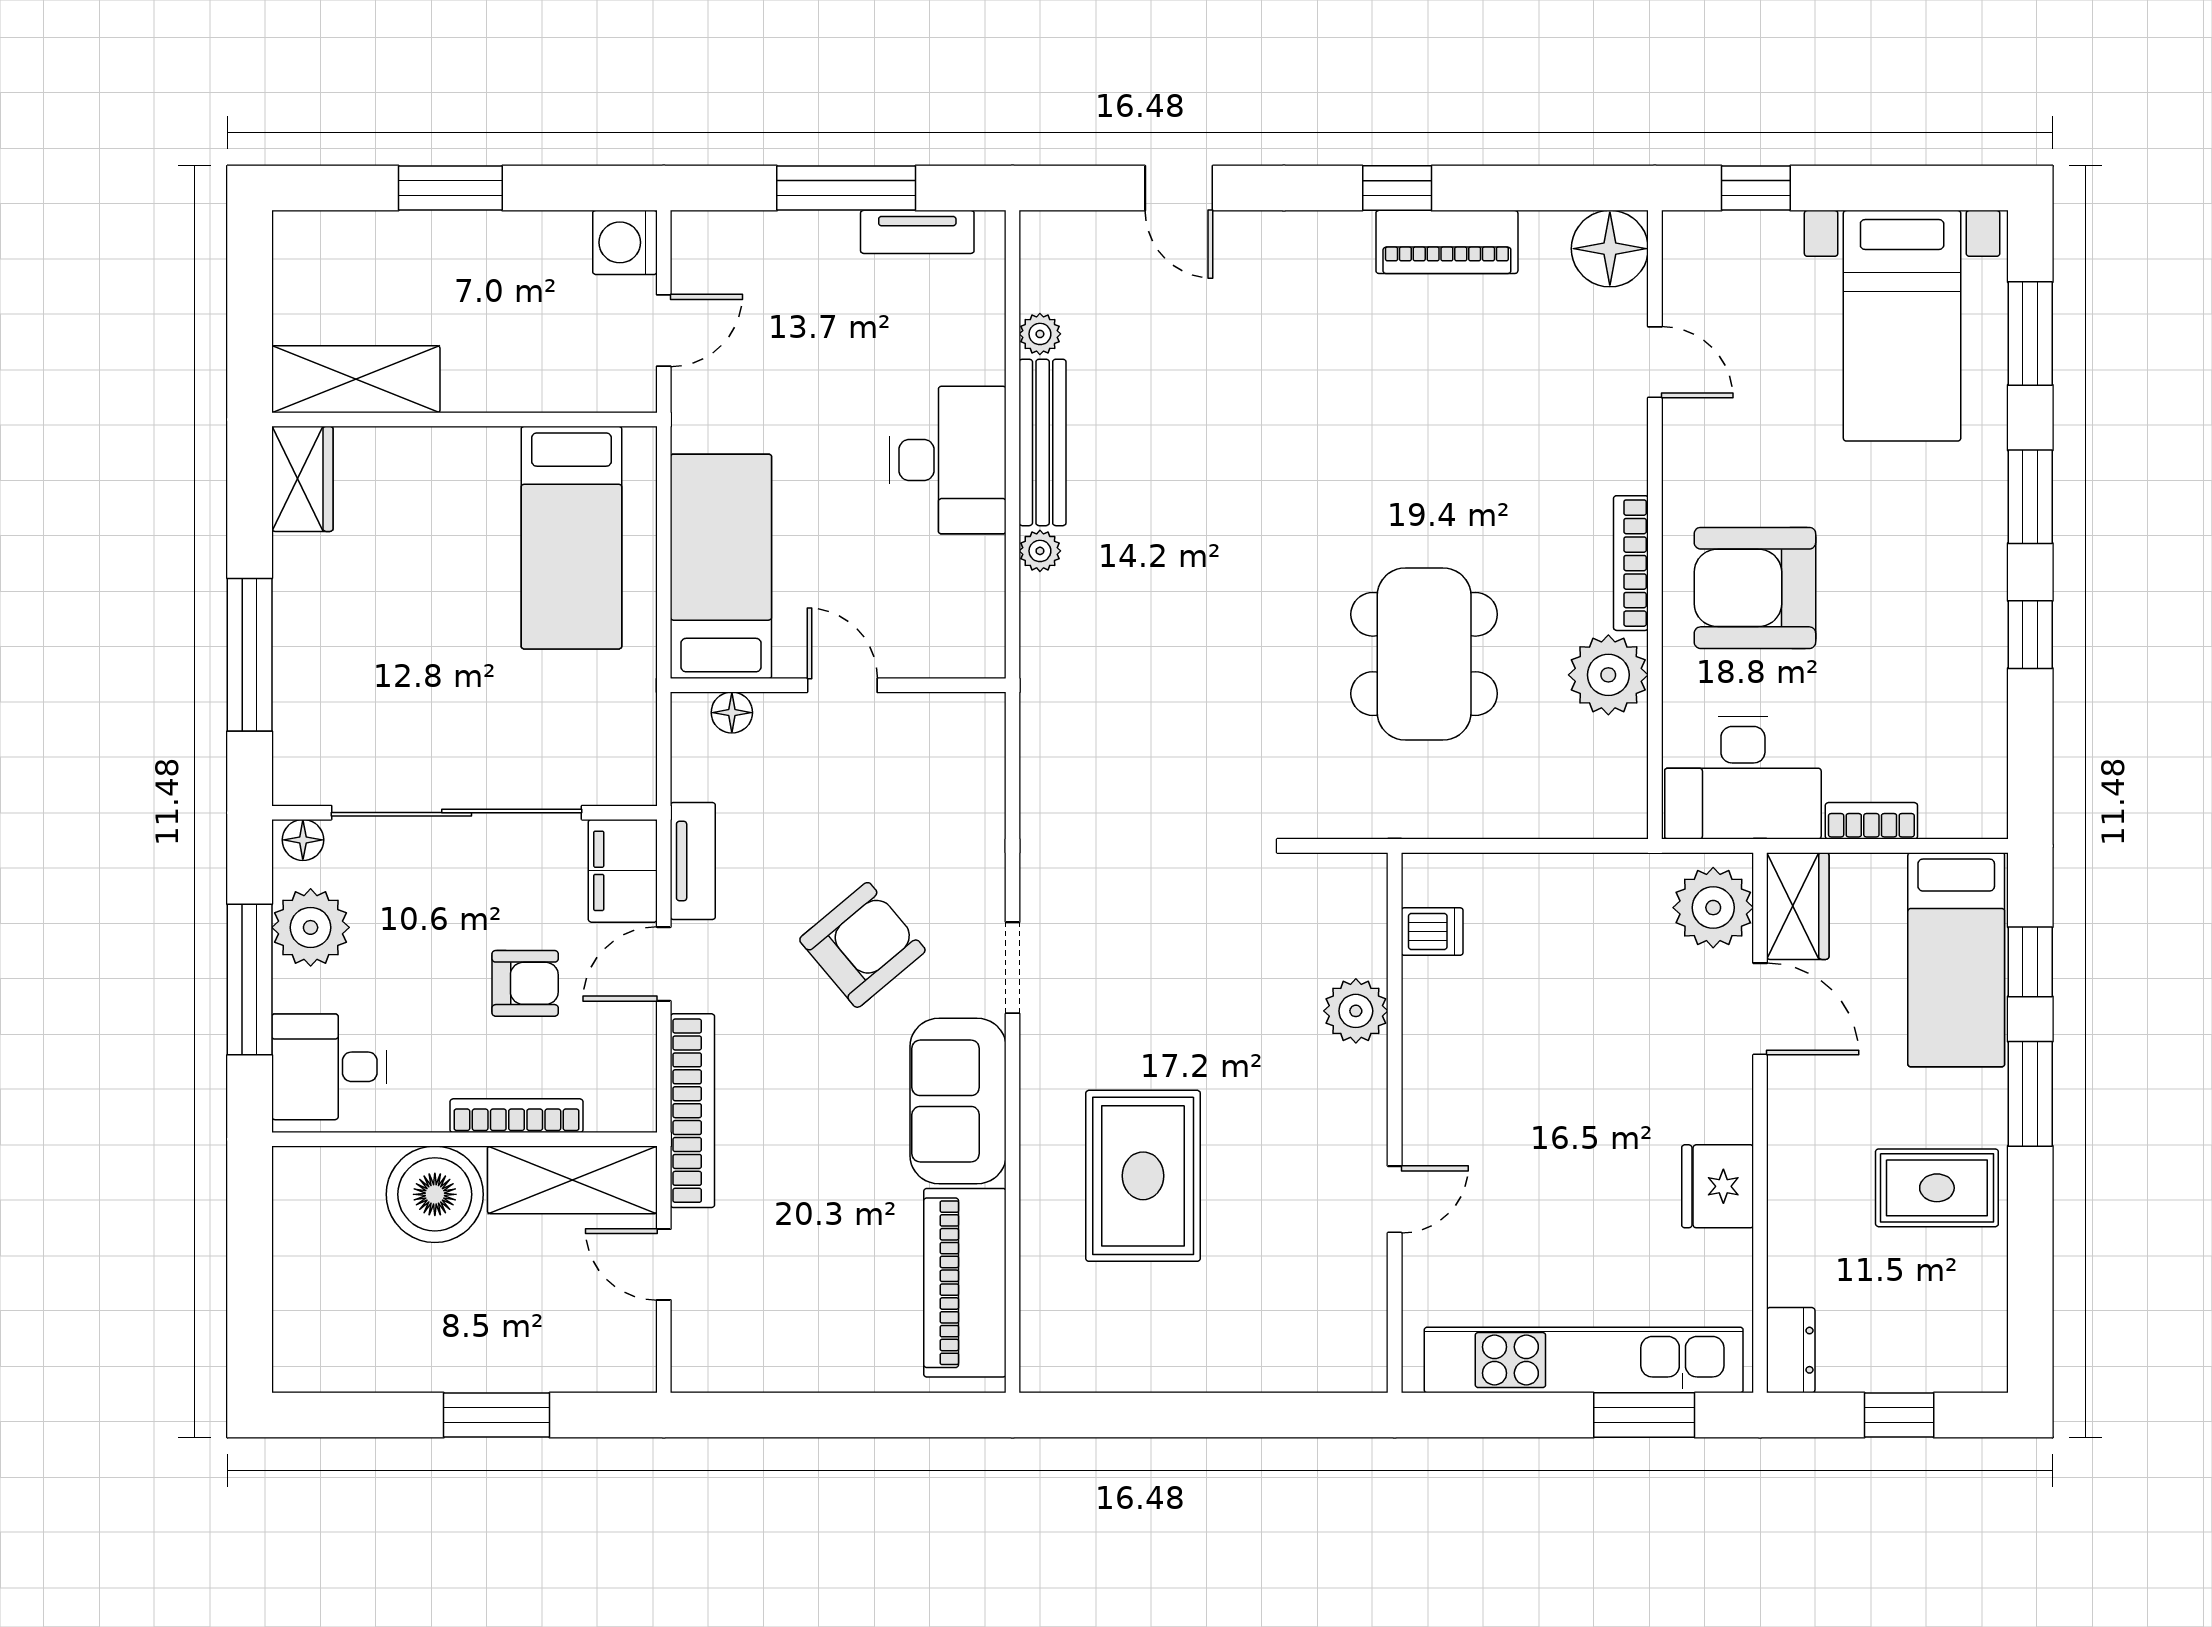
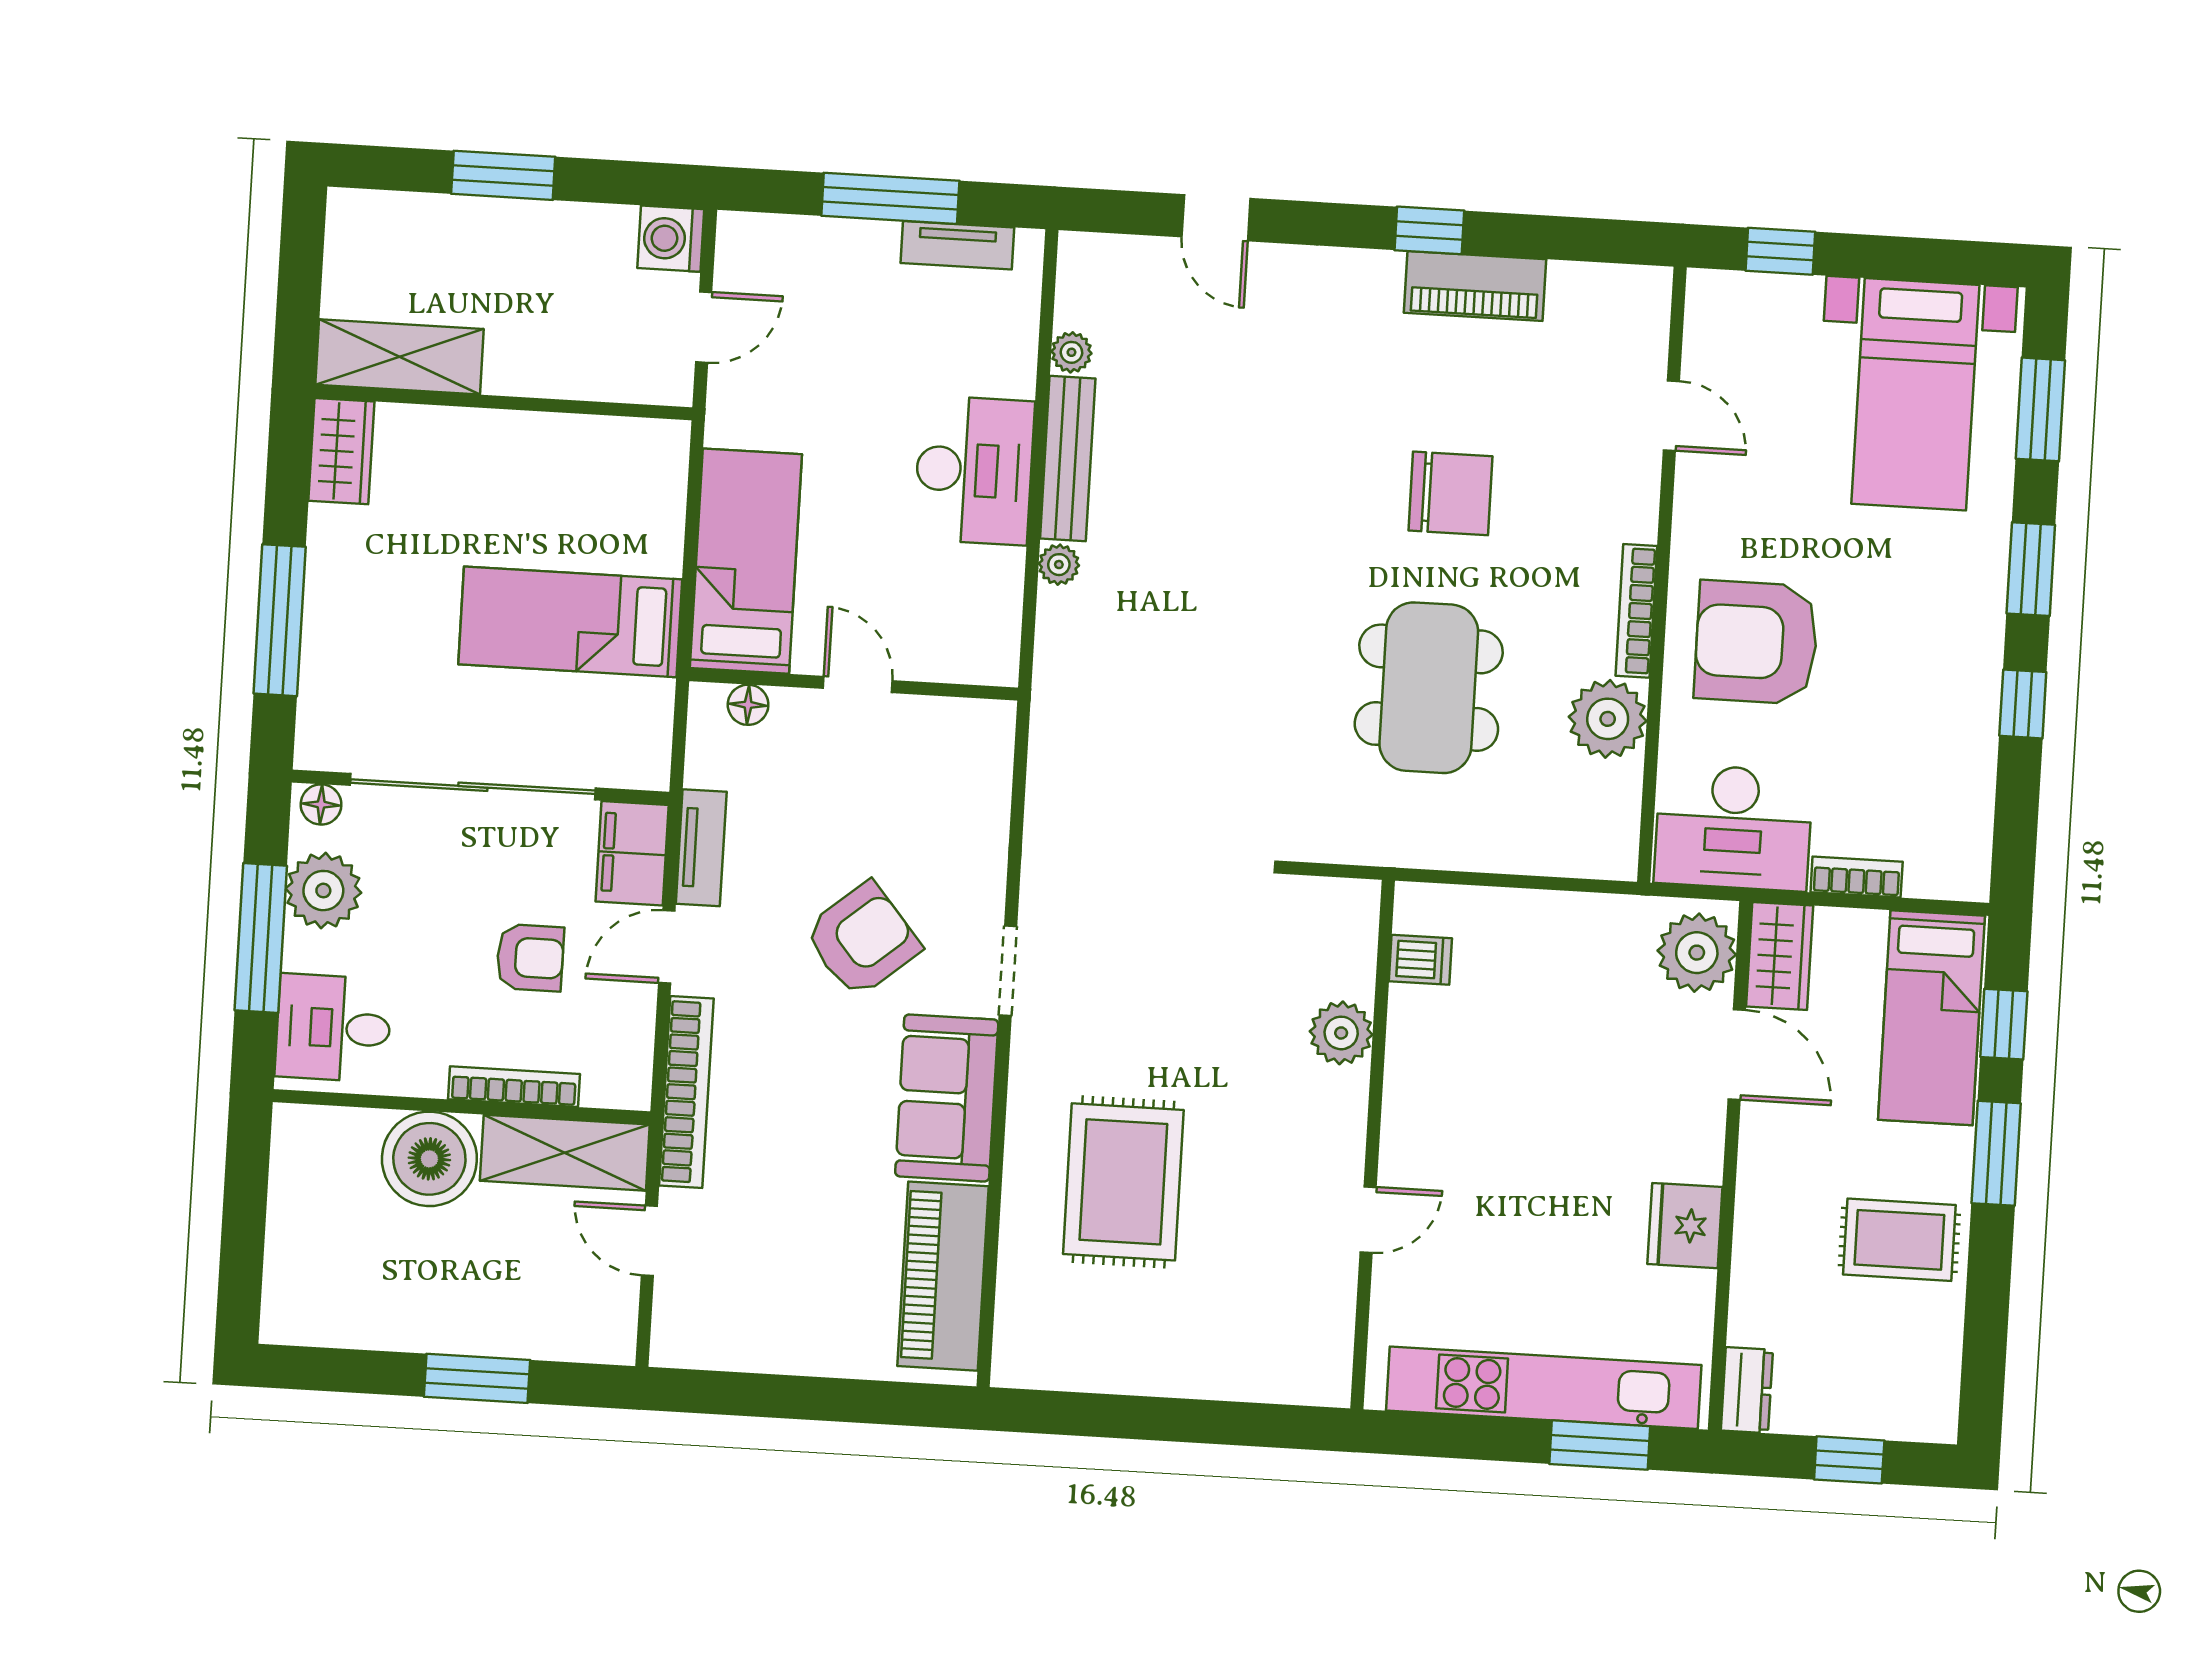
floor lamp: (1610, 249) -> (1634, 302), removed
chair: (1435, 455) -> (1451, 493), added
bed: (571, 538) -> (570, 622), moved, turned 90

